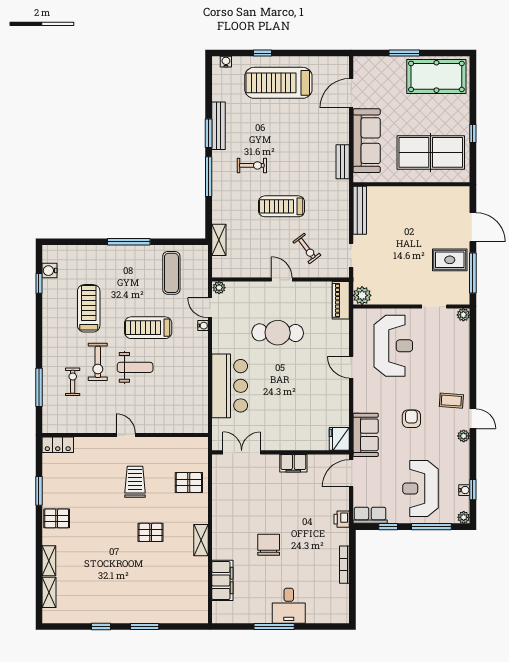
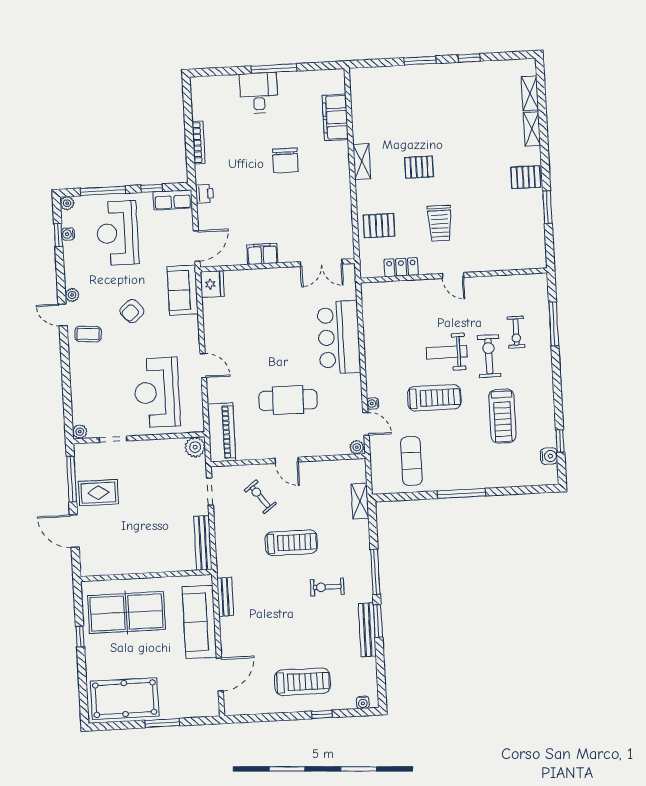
treadmill: (278, 83) -> (302, 682), width x0.73, depth x0.73
piano: (341, 300) -> (222, 432), width x1.37, depth x1.33
armchair: (411, 419) -> (132, 311), turned 49
locker: (58, 445) -> (401, 267), moved
reception desk: (420, 488) -> (117, 233), turned 180

